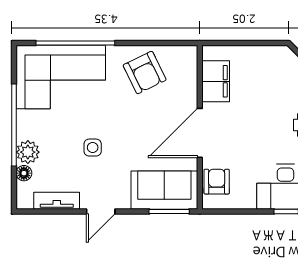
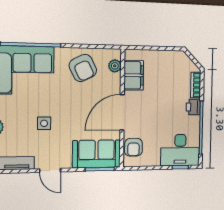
plant: (189, 69) -> (115, 66), added
armchair: (217, 182) -> (133, 147), turned 180
door: (101, 212) -> (50, 170), hinge flipped

